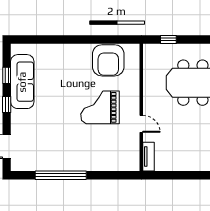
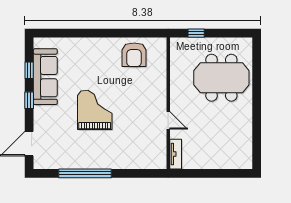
armchair: (108, 60) -> (134, 55), width x0.73, depth x0.73
grand piano: (100, 107) -> (95, 110), moved, turned 90

